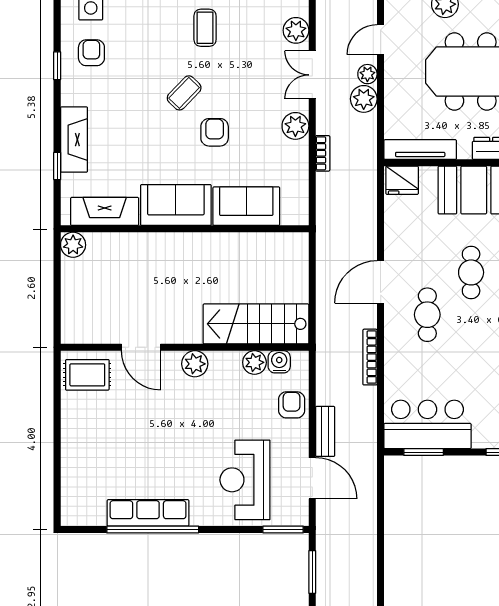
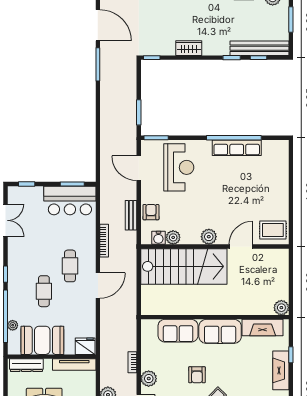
stairs: (256, 324) -> (184, 266), width x1.36, depth x1.51
door: (141, 347) -> (241, 246), hinge flipped
armchair: (292, 405) -> (151, 212), turned 180
bench: (325, 431) -> (131, 215), moved

